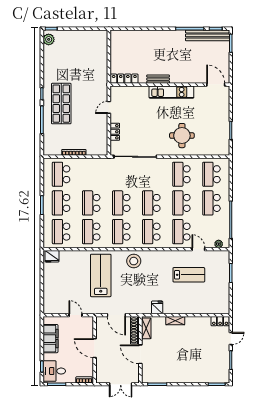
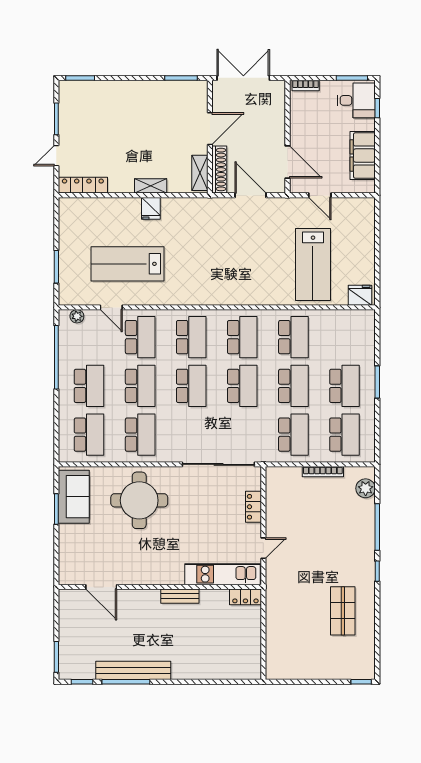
bench: (208, 35) -> (133, 670), moved
plant: (49, 39) -> (366, 488), moved
locker: (124, 79) -> (245, 597), width x0.66
door: (216, 85) -> (101, 587), moved
kitchen unit: (171, 92) -> (223, 574), moved
shop shelf: (61, 104) -> (343, 611), moved, width x0.70, depth x0.74
round table: (182, 136) -> (139, 500), width x1.36, depth x1.36
sofa: (220, 138) -> (74, 497), added
school desk: (61, 232) -> (293, 435), moved
stool: (134, 261) -> (221, 287), removed
lab bench: (101, 275) -> (313, 264), moved
lab bench: (189, 275) -> (128, 264), width x1.36, depth x1.39
fridge: (157, 307) -> (151, 208), moved
locker: (220, 321) -> (83, 185), width x1.53
door: (95, 348) -> (287, 162), moved
door: (140, 354) -> (210, 129), hinge flipped
double door: (121, 384) -> (243, 78), width x1.37

